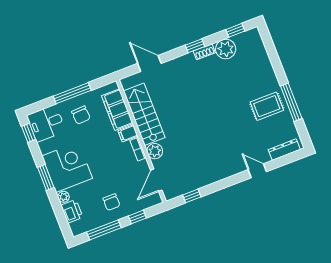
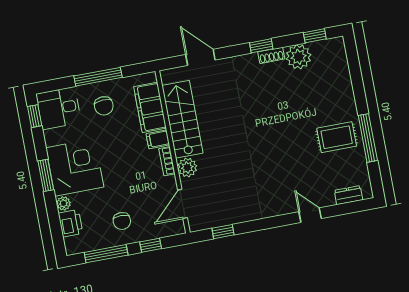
dresser: (284, 150) -> (348, 195), width x0.70

